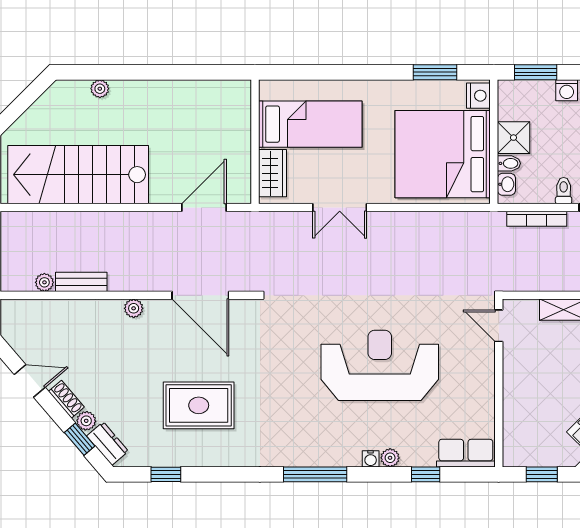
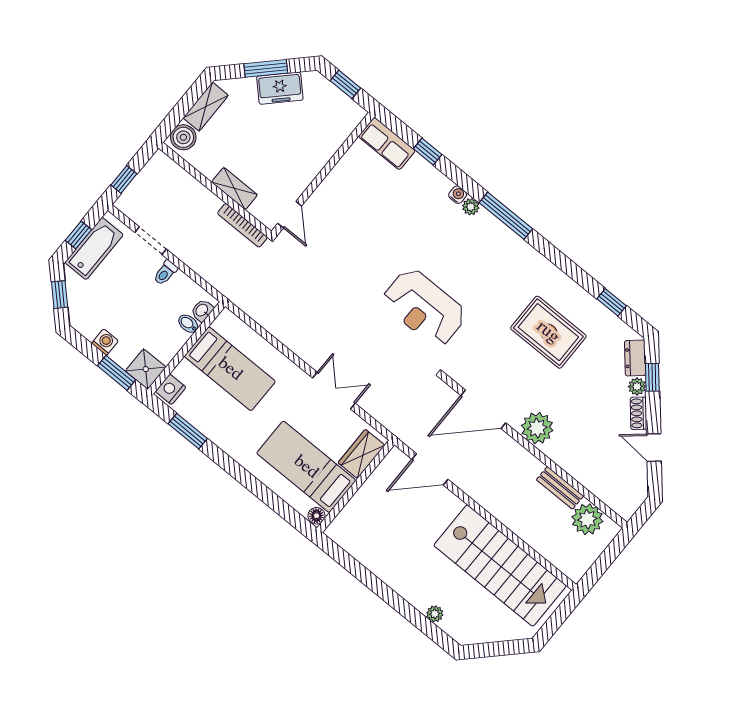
floor lamp: (268, 90) -> (317, 516), added
shower: (513, 138) -> (146, 369), moved
bed: (443, 154) -> (230, 369), width x0.49
bookcase: (537, 219) -> (242, 225), moved, turned 180
plant: (44, 282) -> (587, 519), width x1.88, depth x1.88
door: (200, 295) -> (483, 409), swing flipped
plant: (134, 308) -> (537, 428), width x1.88, depth x1.88
reception desk: (380, 365) -> (424, 308), moved, width x0.74, depth x0.77
plant: (390, 458) -> (471, 207), moved

